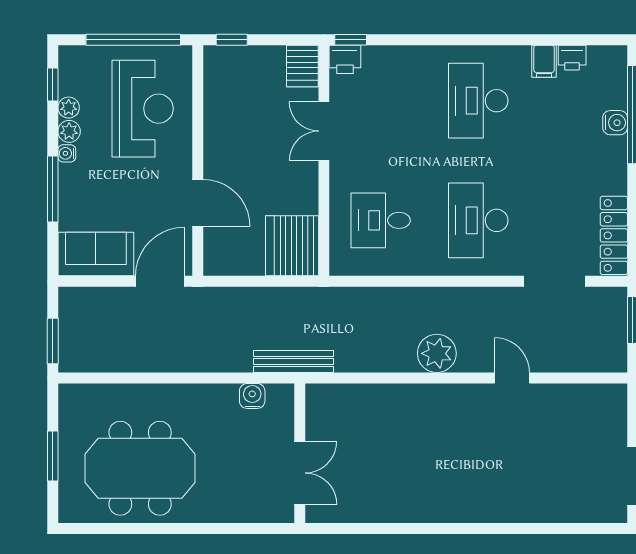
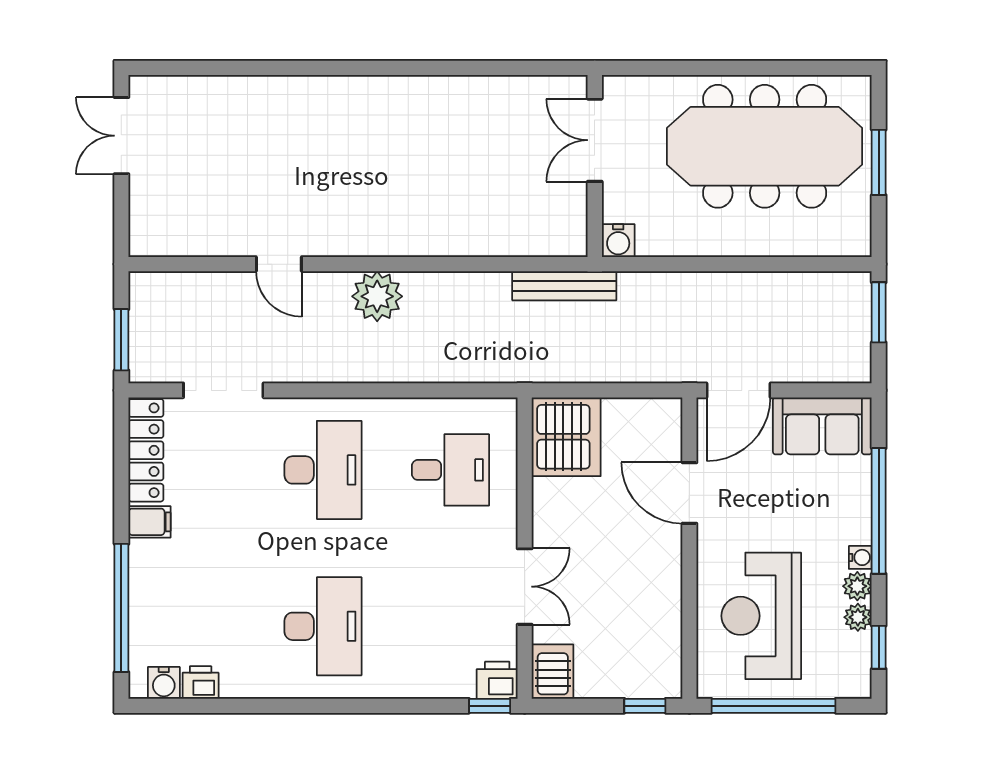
filing cabinet: (544, 61) -> (150, 522), moved, turned 90
water cooler: (615, 123) -> (164, 683), moved, turned -90
window: (53, 189) -> (879, 511), width x1.46
wall: (300, 453) -> (595, 166), moved
meeting table: (140, 468) -> (765, 146), width x1.36
double door: (300, 473) -> (595, 140), moved

